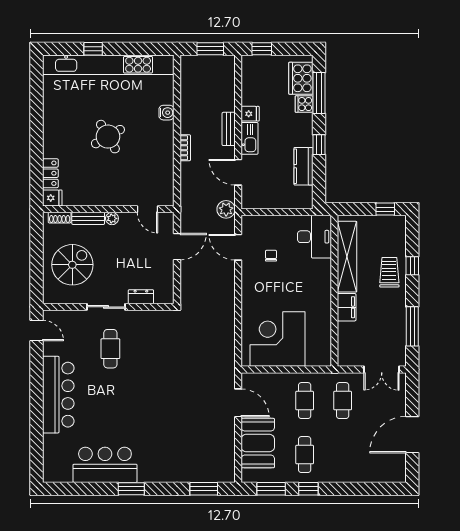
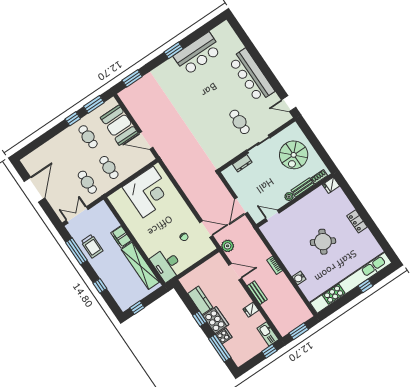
cooker: (301, 78) -> (216, 320), moved
round table: (108, 137) -> (323, 242), turned -31
kitchen sink: (250, 138) -> (268, 334), moved
locker: (50, 173) -> (357, 221), moved
trolley: (389, 272) -> (92, 246), moved

